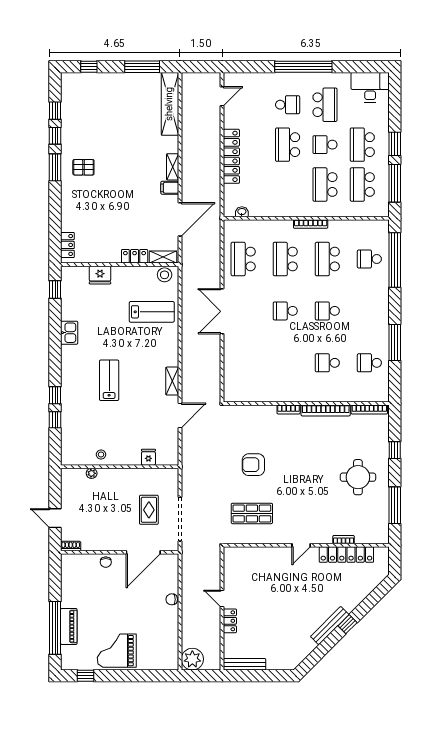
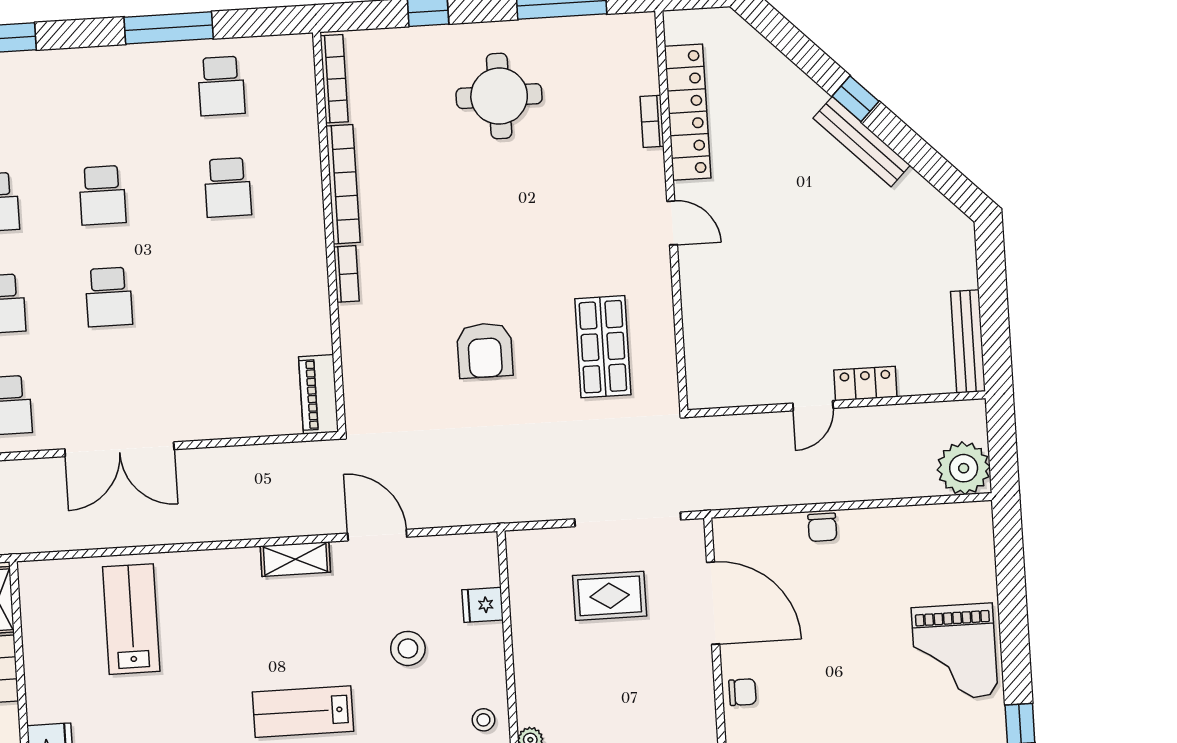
stool: (165, 275) -> (408, 648), moved
piano: (240, 395) -> (319, 394), added

